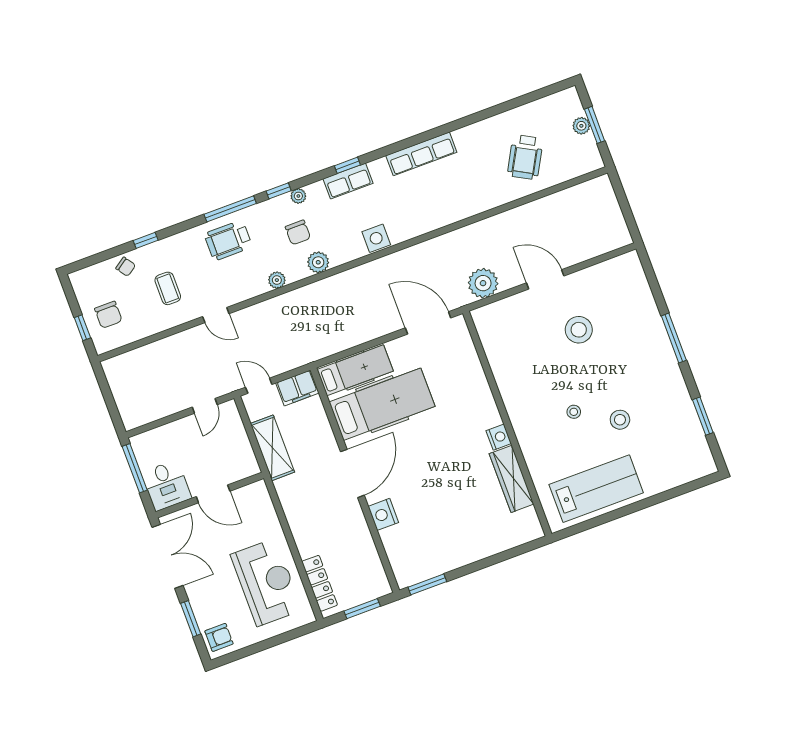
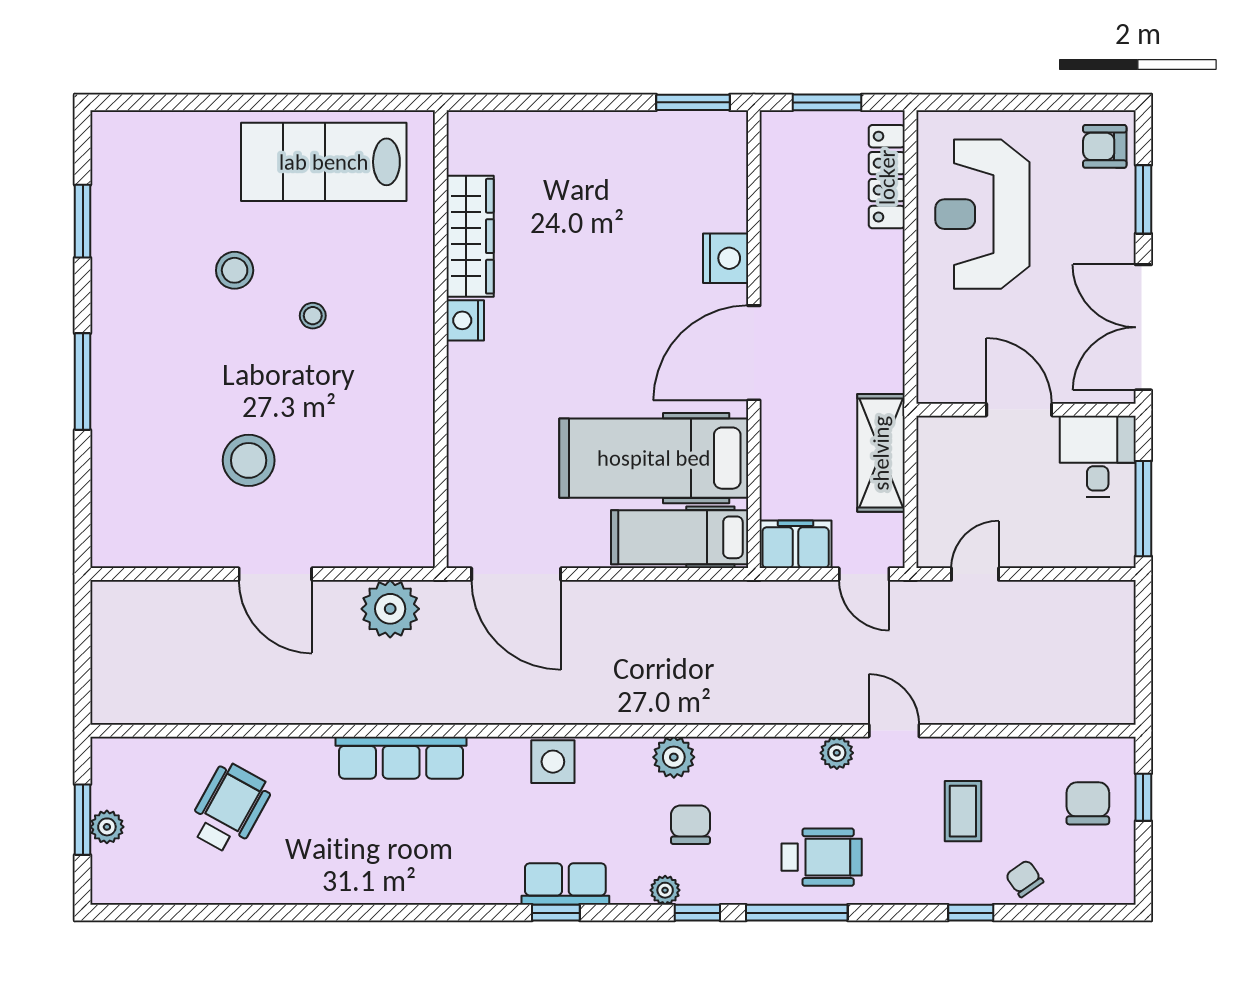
row of seats: (421, 154) -> (401, 758), moved, turned 180
plant: (277, 280) -> (837, 753), moved

